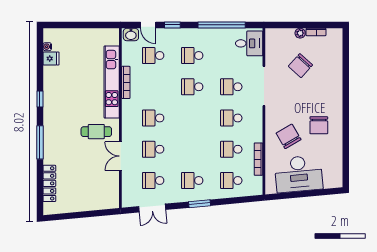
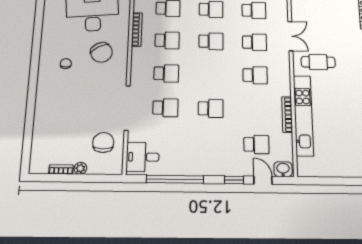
school desk: (192, 56) -> (211, 41), moved
chair: (300, 66) -> (103, 142), moved, turned -42
chair: (319, 125) -> (66, 64), width x0.54, depth x0.54

